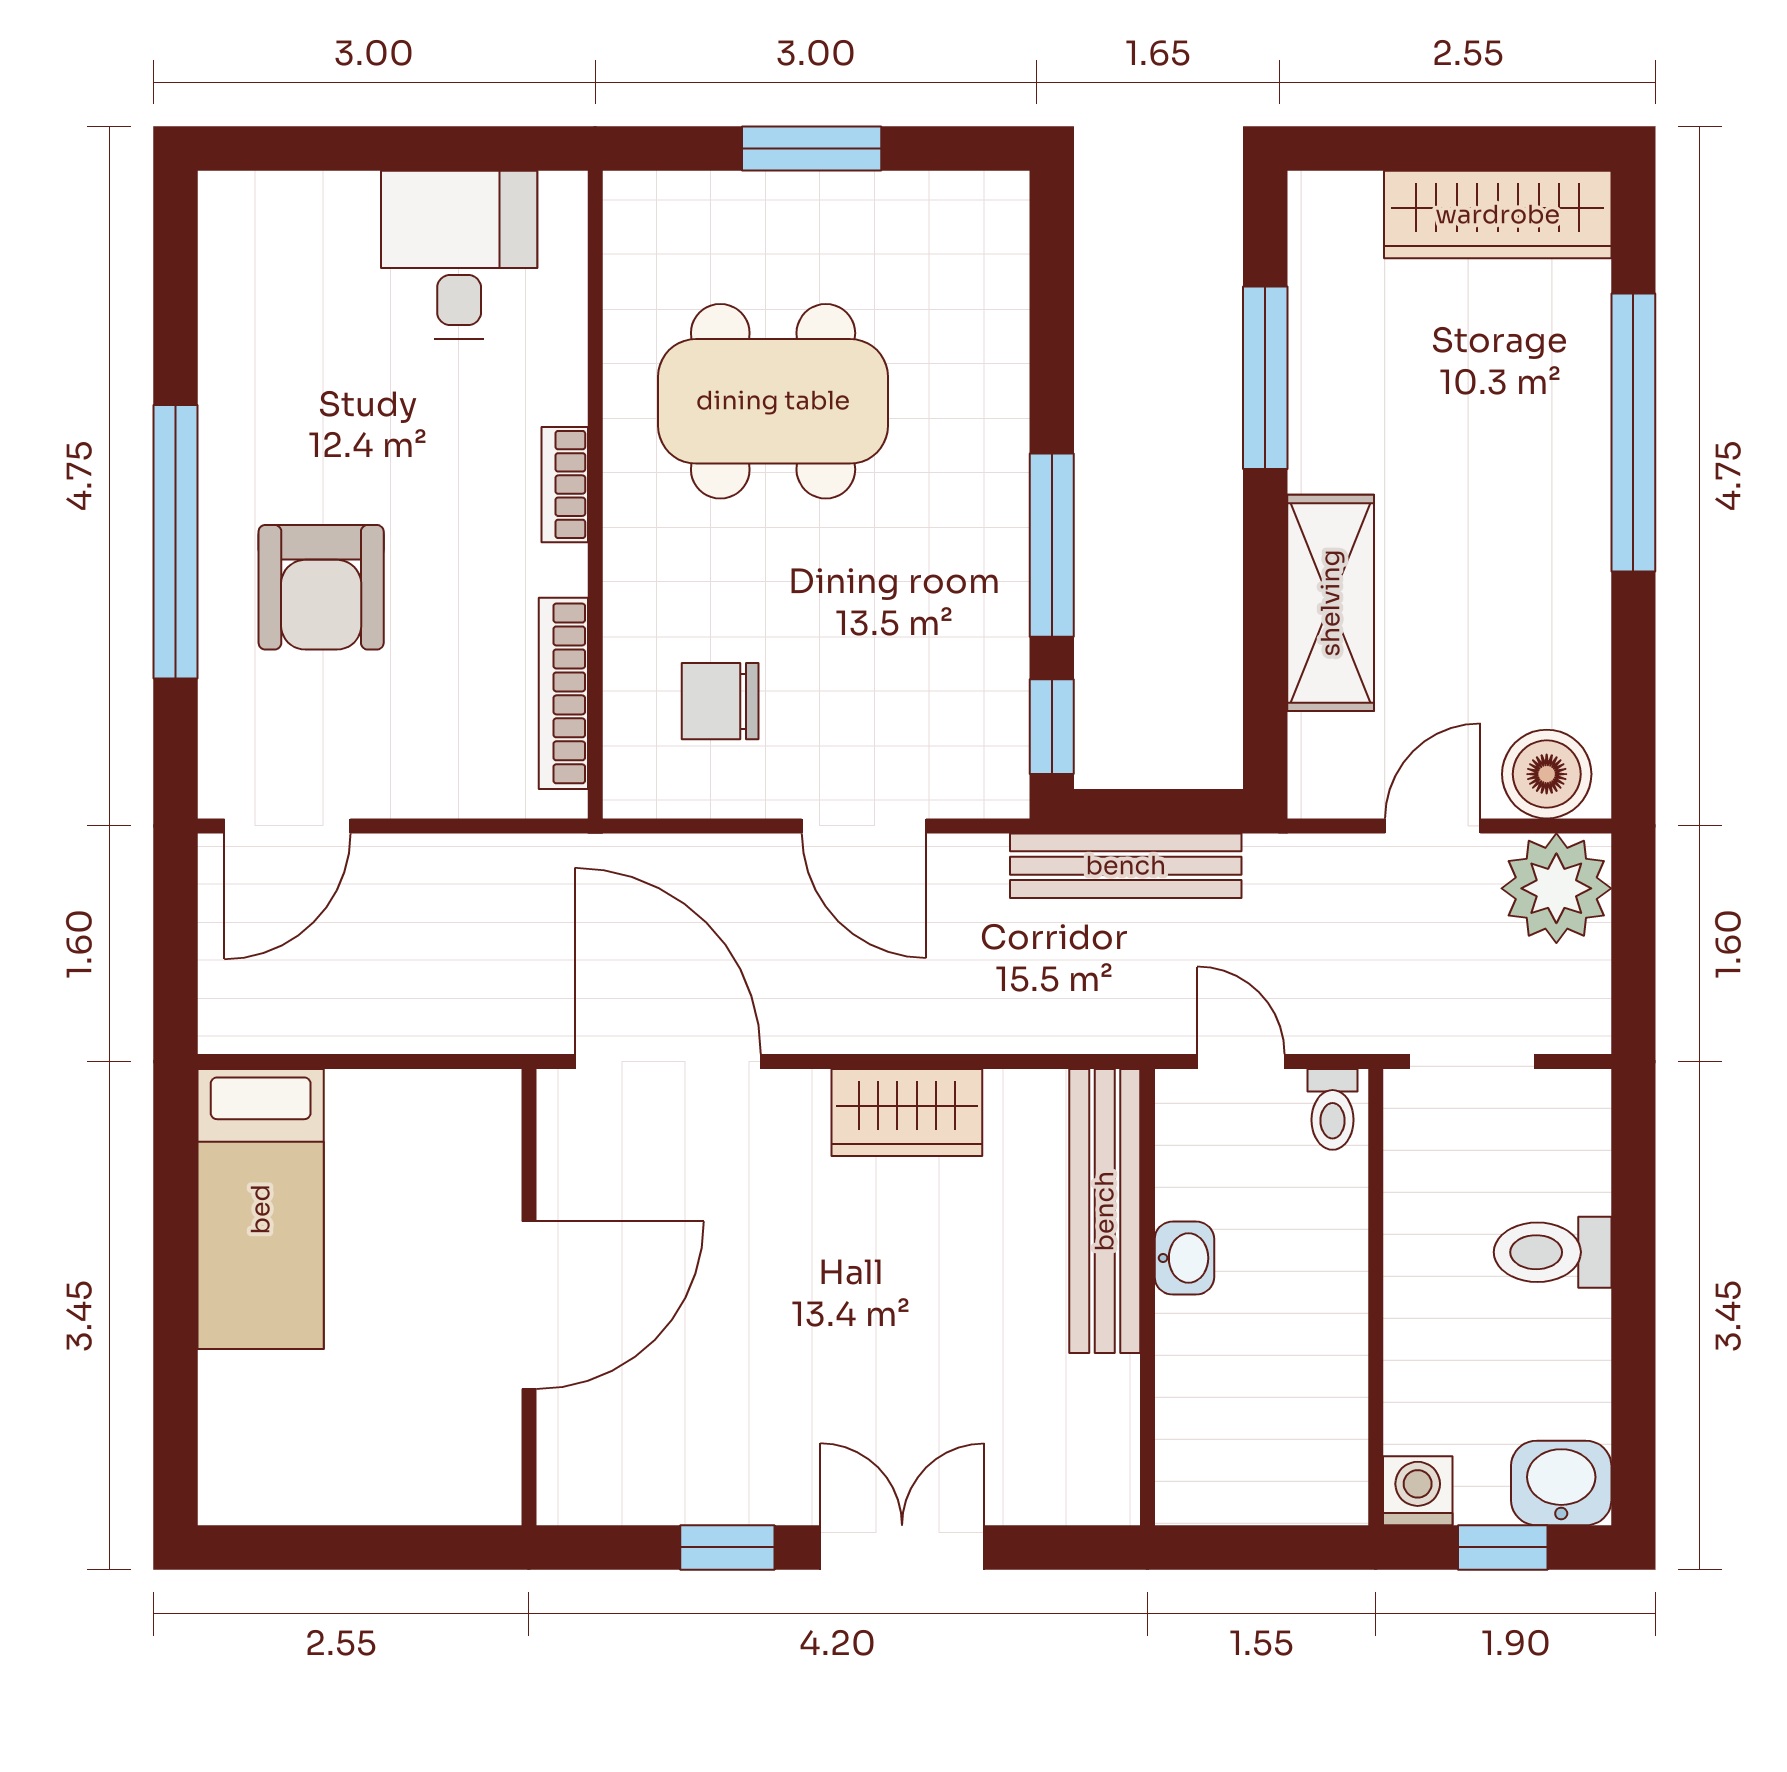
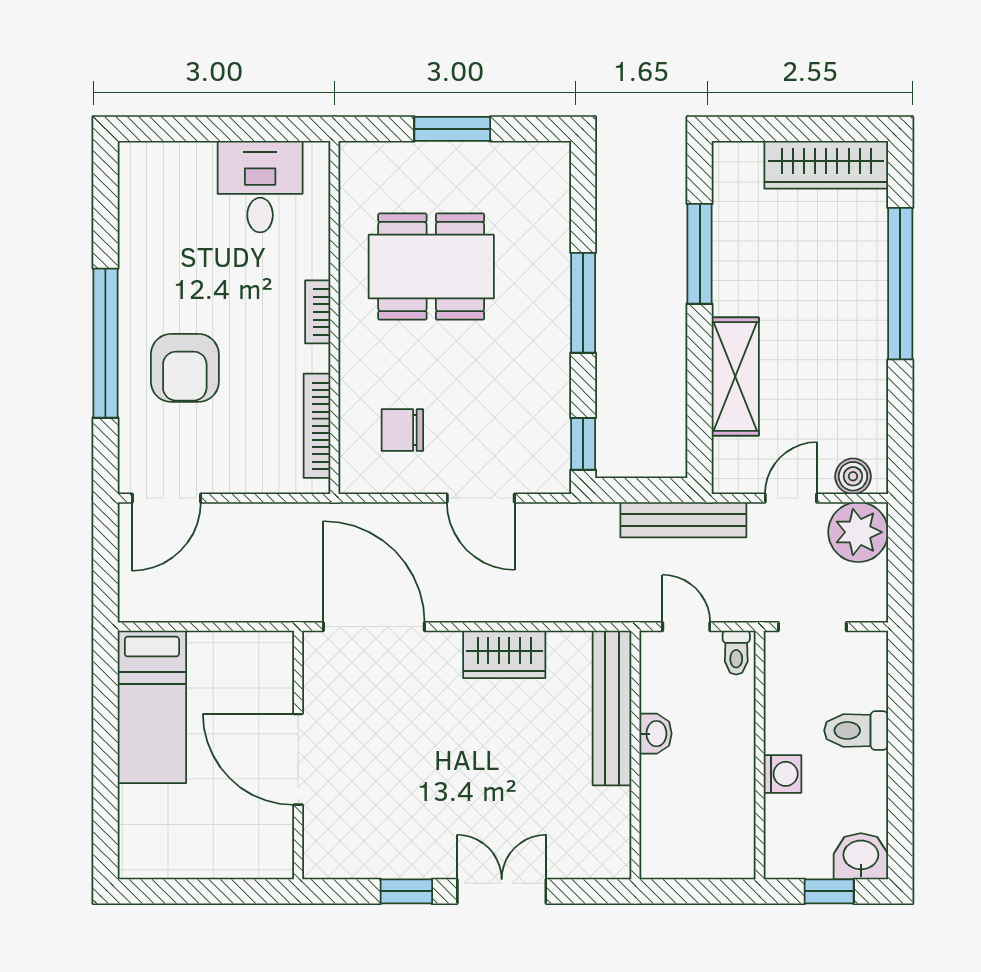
window: (1052, 545) -> (583, 303), moved
boiler: (1547, 774) -> (853, 476), width x0.73, depth x0.73
bench: (1126, 866) -> (683, 520), moved
door: (529, 1305) -> (298, 759), swing flipped
washing machine: (1418, 1491) -> (783, 774), moved, turned 90

